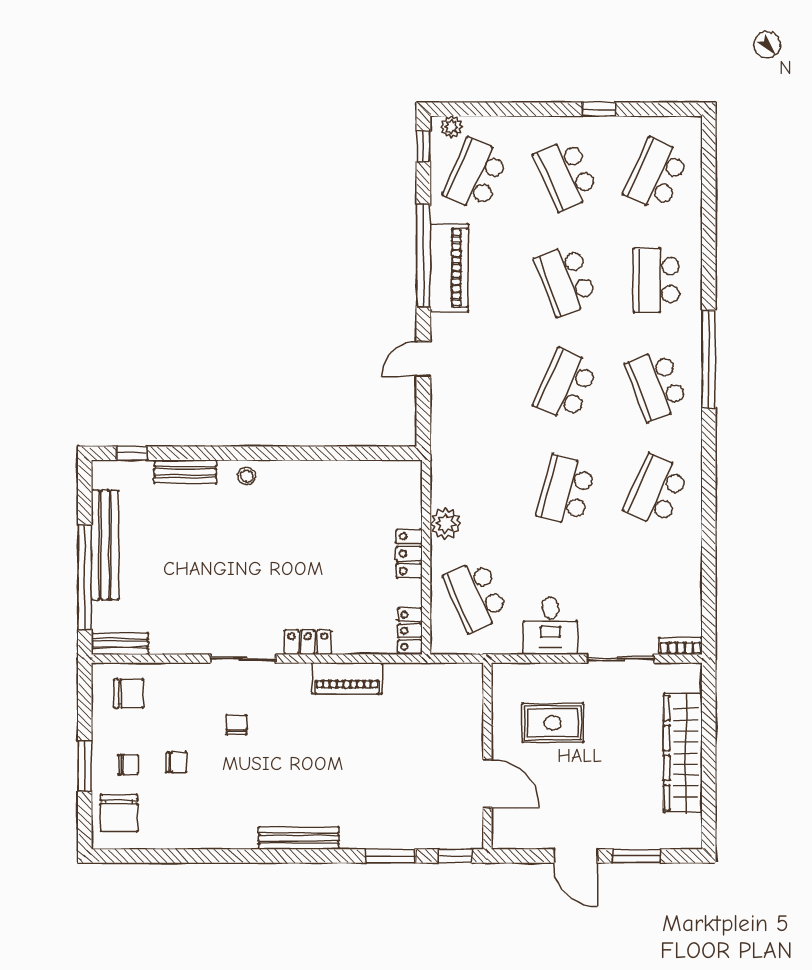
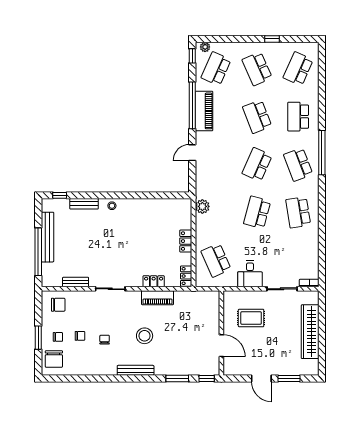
school desk: (656, 491) -> (298, 212), turned -33
plant: (446, 524) -> (202, 206), moved
locker: (308, 642) -> (154, 281), moved
bench: (120, 644) -> (76, 282), moved
chair: (236, 725) -> (105, 340), moved
stool: (318, 762) -> (145, 336), added

